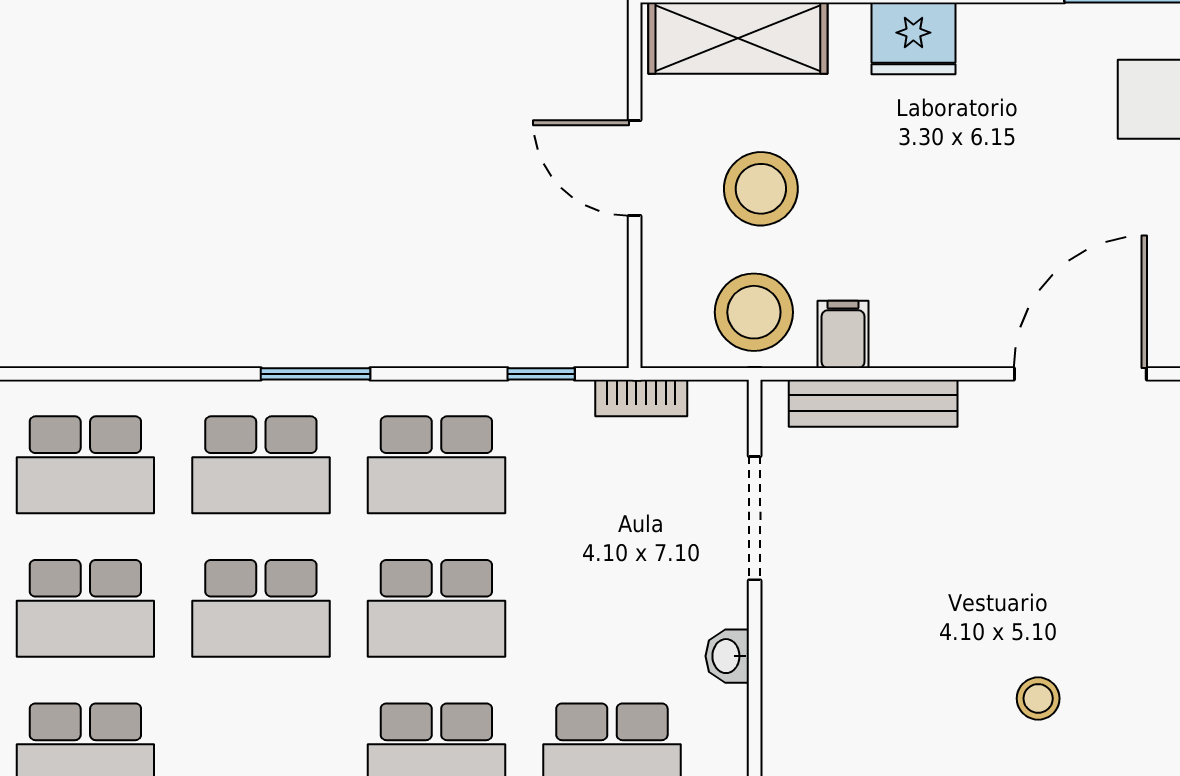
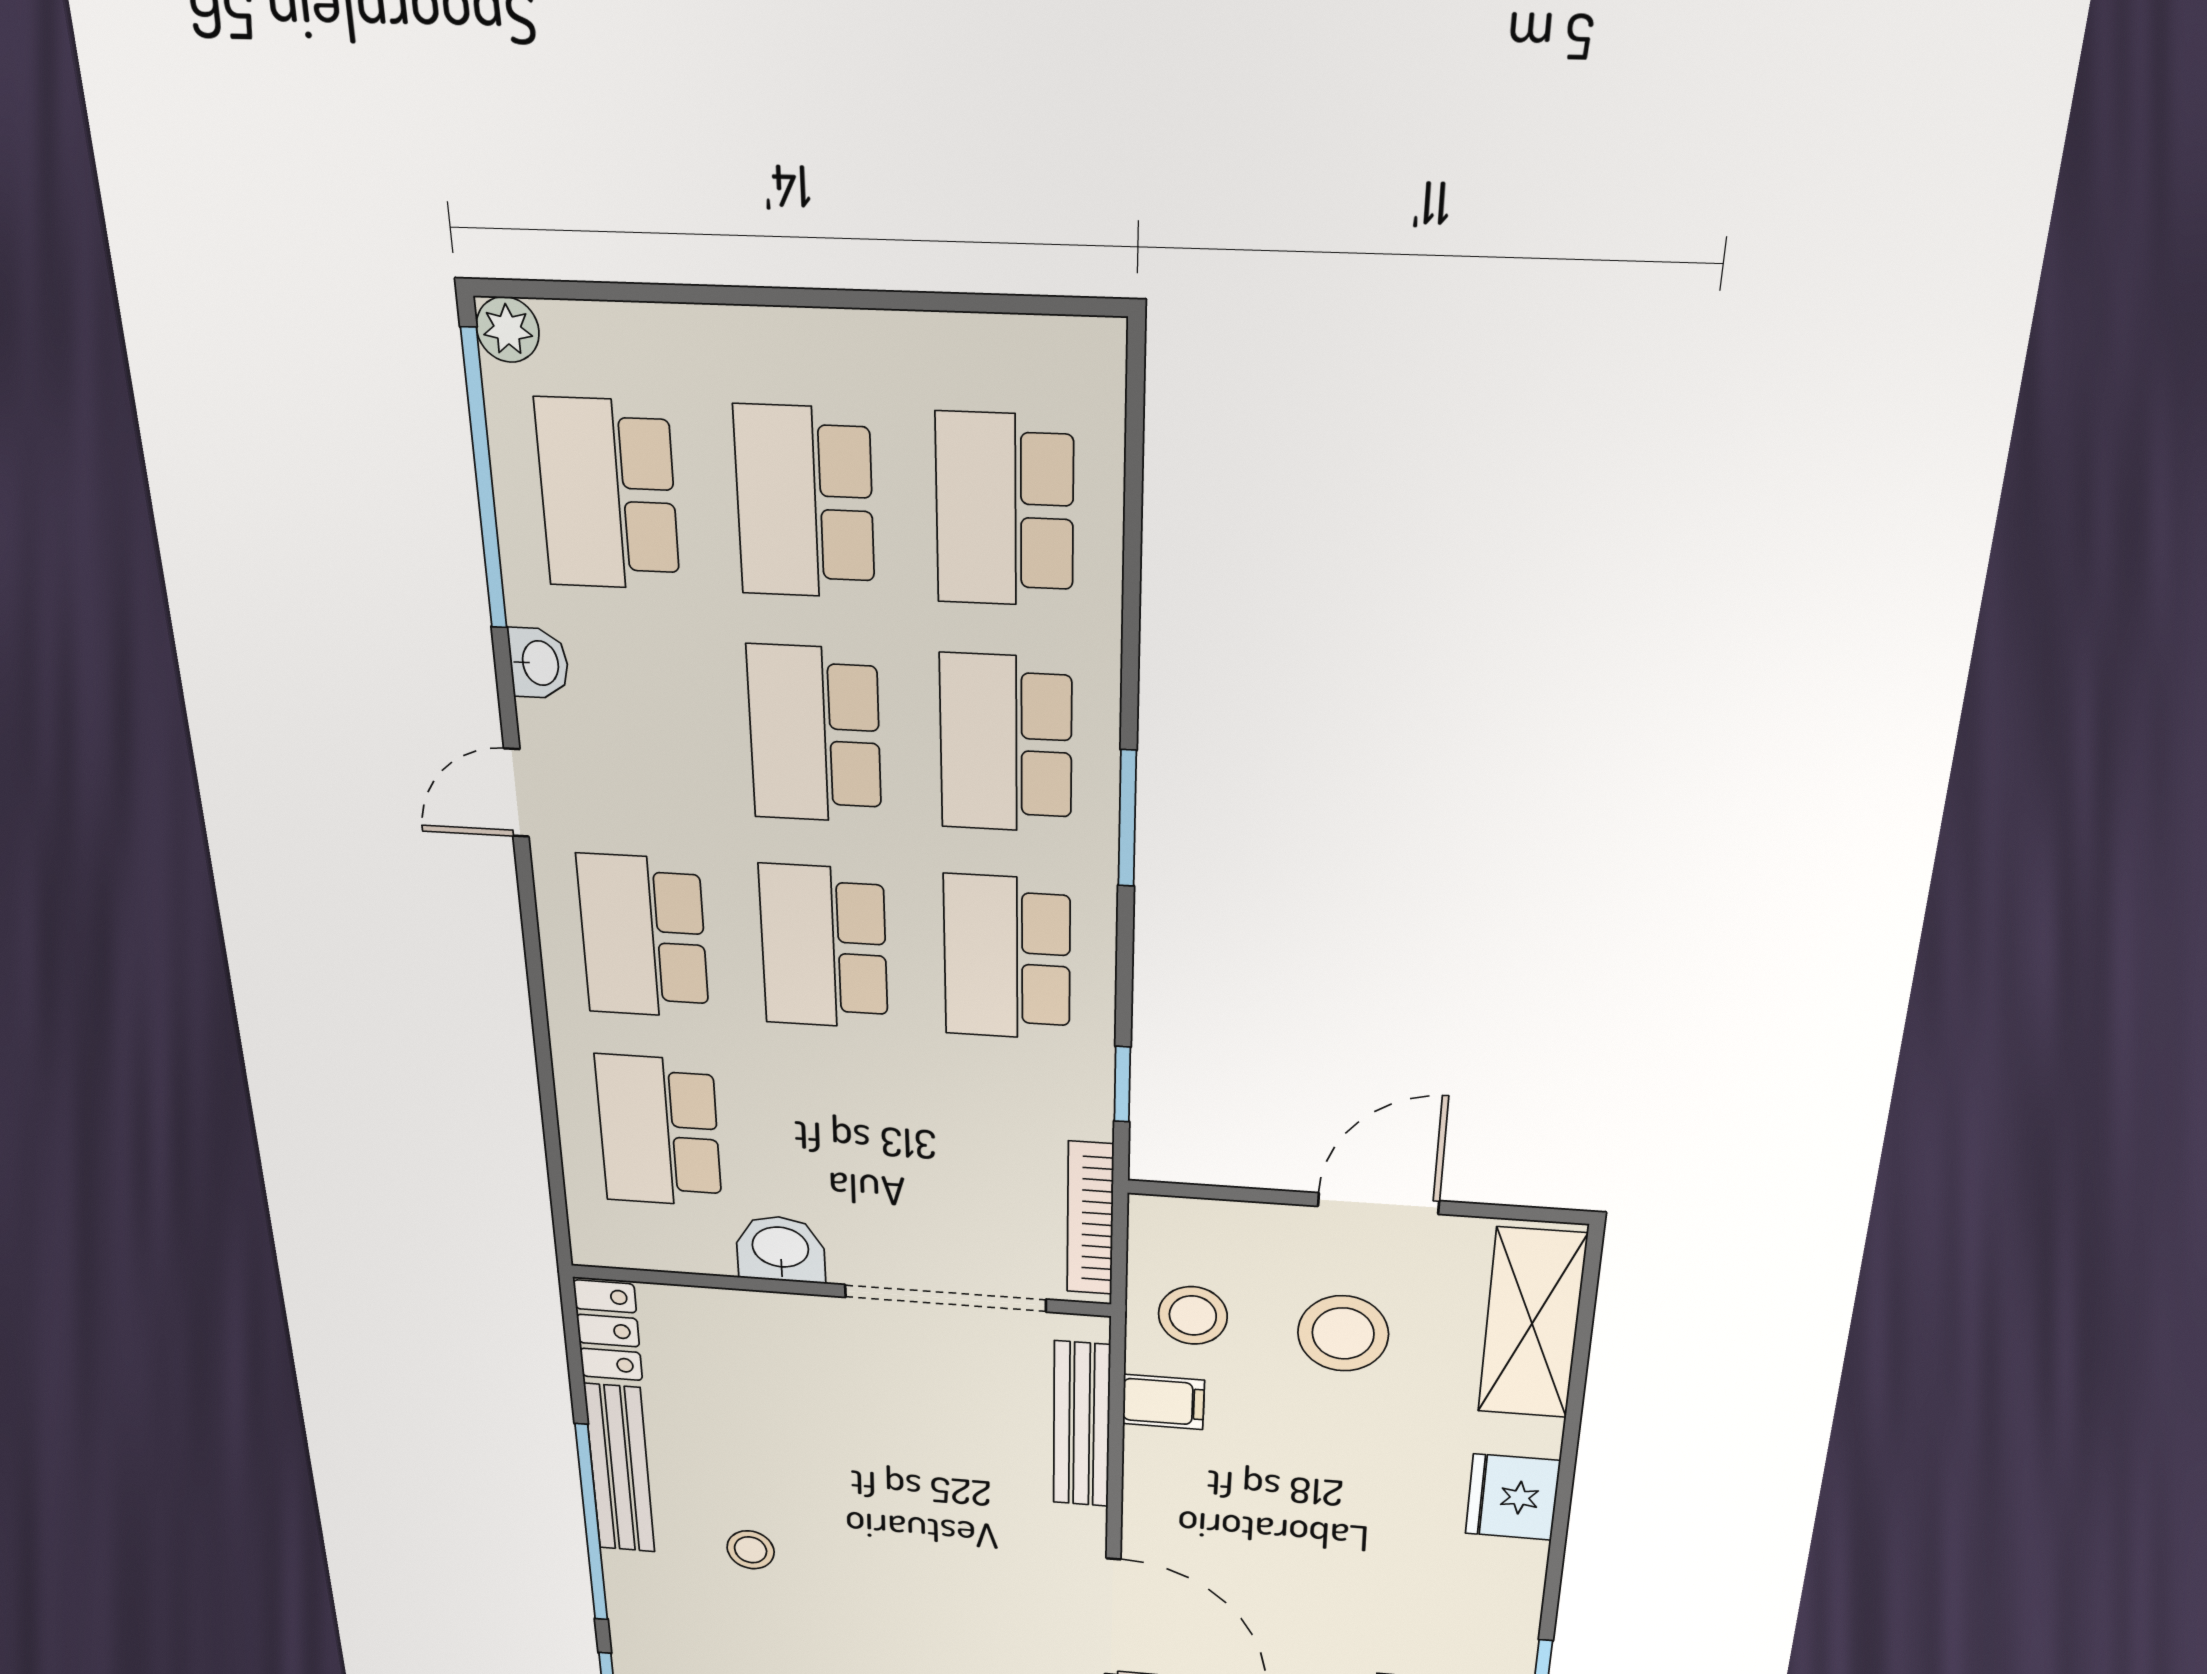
stool: (754, 312) -> (1193, 1315), width x0.73, depth x0.73
bookcase: (641, 398) -> (1090, 1218), width x1.56
doorway: (755, 518) -> (945, 1298), width x1.36
washbasin: (727, 656) -> (780, 1249), width x1.38, depth x1.45

